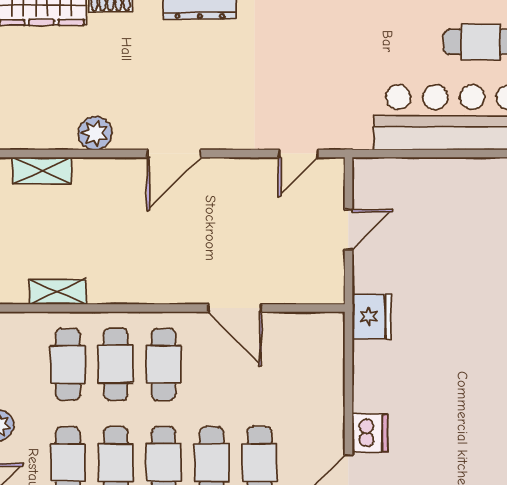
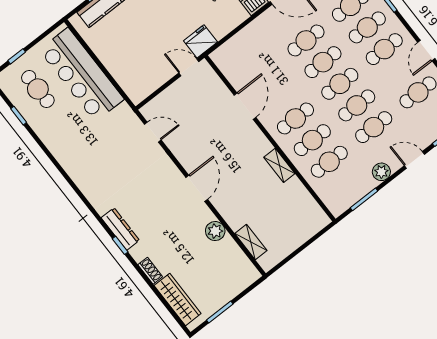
door: (174, 154) -> (197, 188), hinge flipped
door: (348, 230) -> (189, 67), moved
shelving: (58, 292) -> (279, 165), moved

